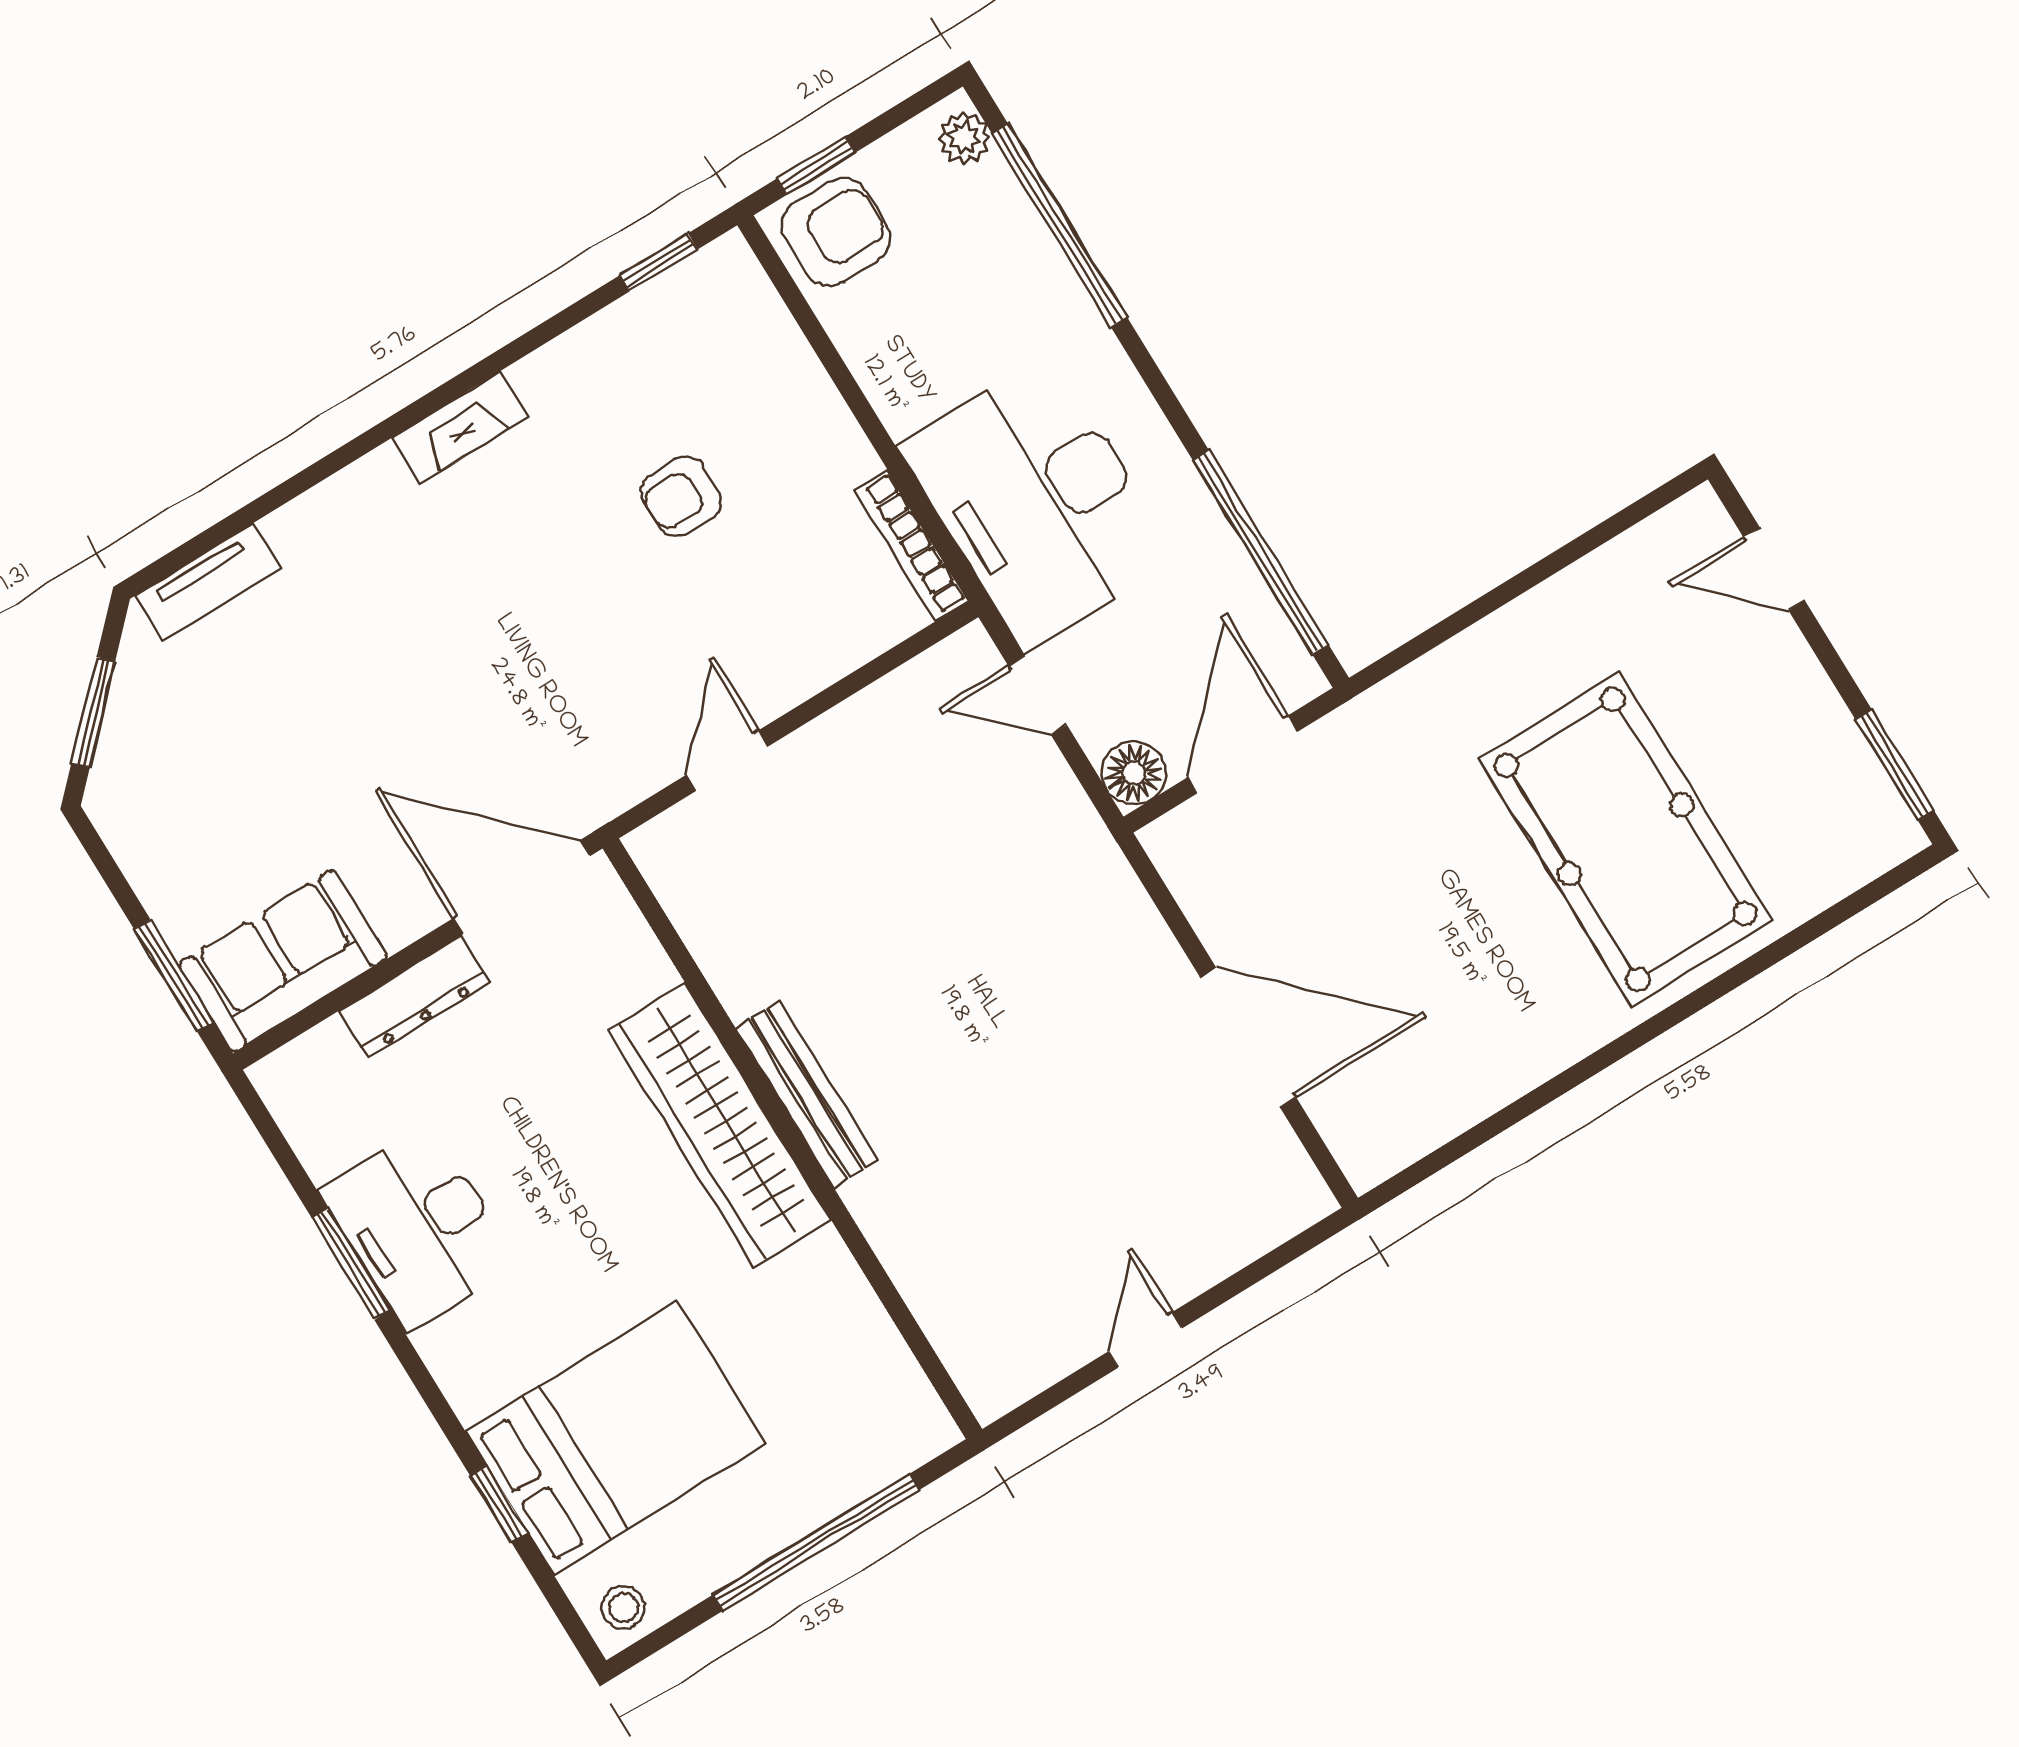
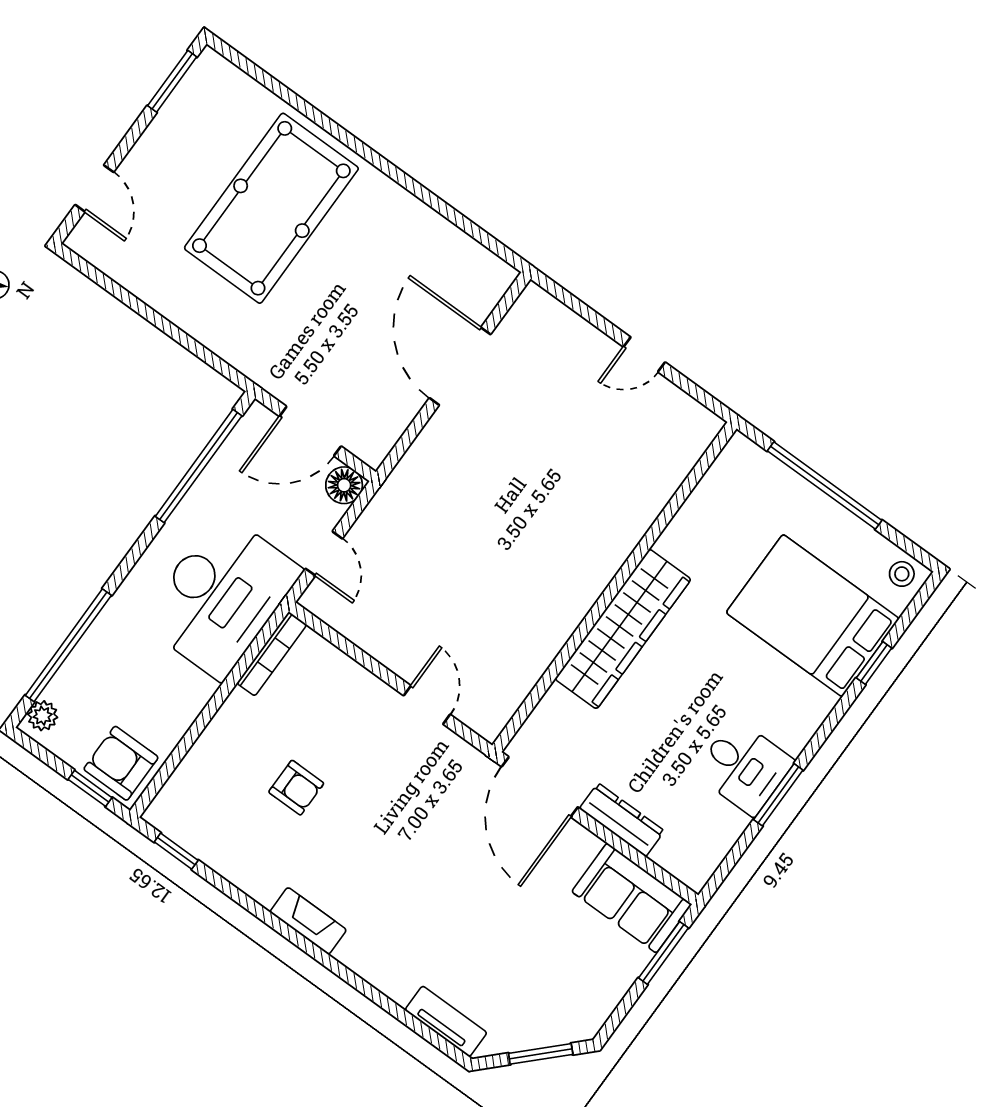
door: (727, 761) -> (427, 705), swing flipped
bench: (807, 1094) -> (587, 589), removed
desk: (418, 1227) -> (744, 767), width x0.73

